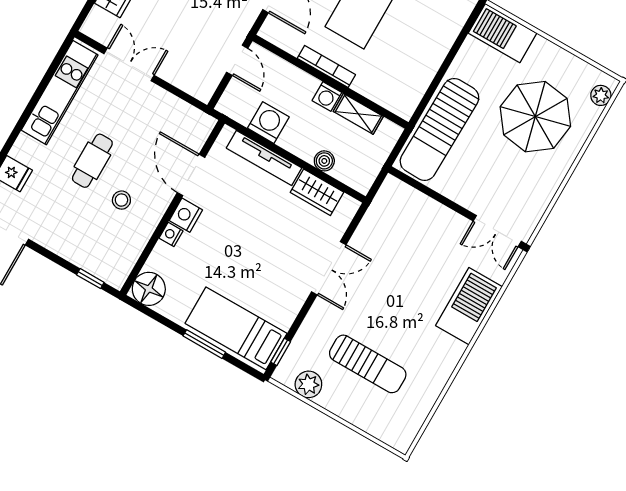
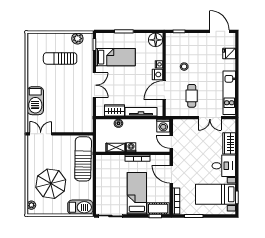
washing machine: (268, 123) -> (163, 126), moved
cafe table: (92, 161) -> (192, 96), moved
door: (191, 175) -> (164, 90), swing flipped
double door: (329, 268) -> (94, 85), swing flipped
bed: (236, 328) -> (116, 57), moved

